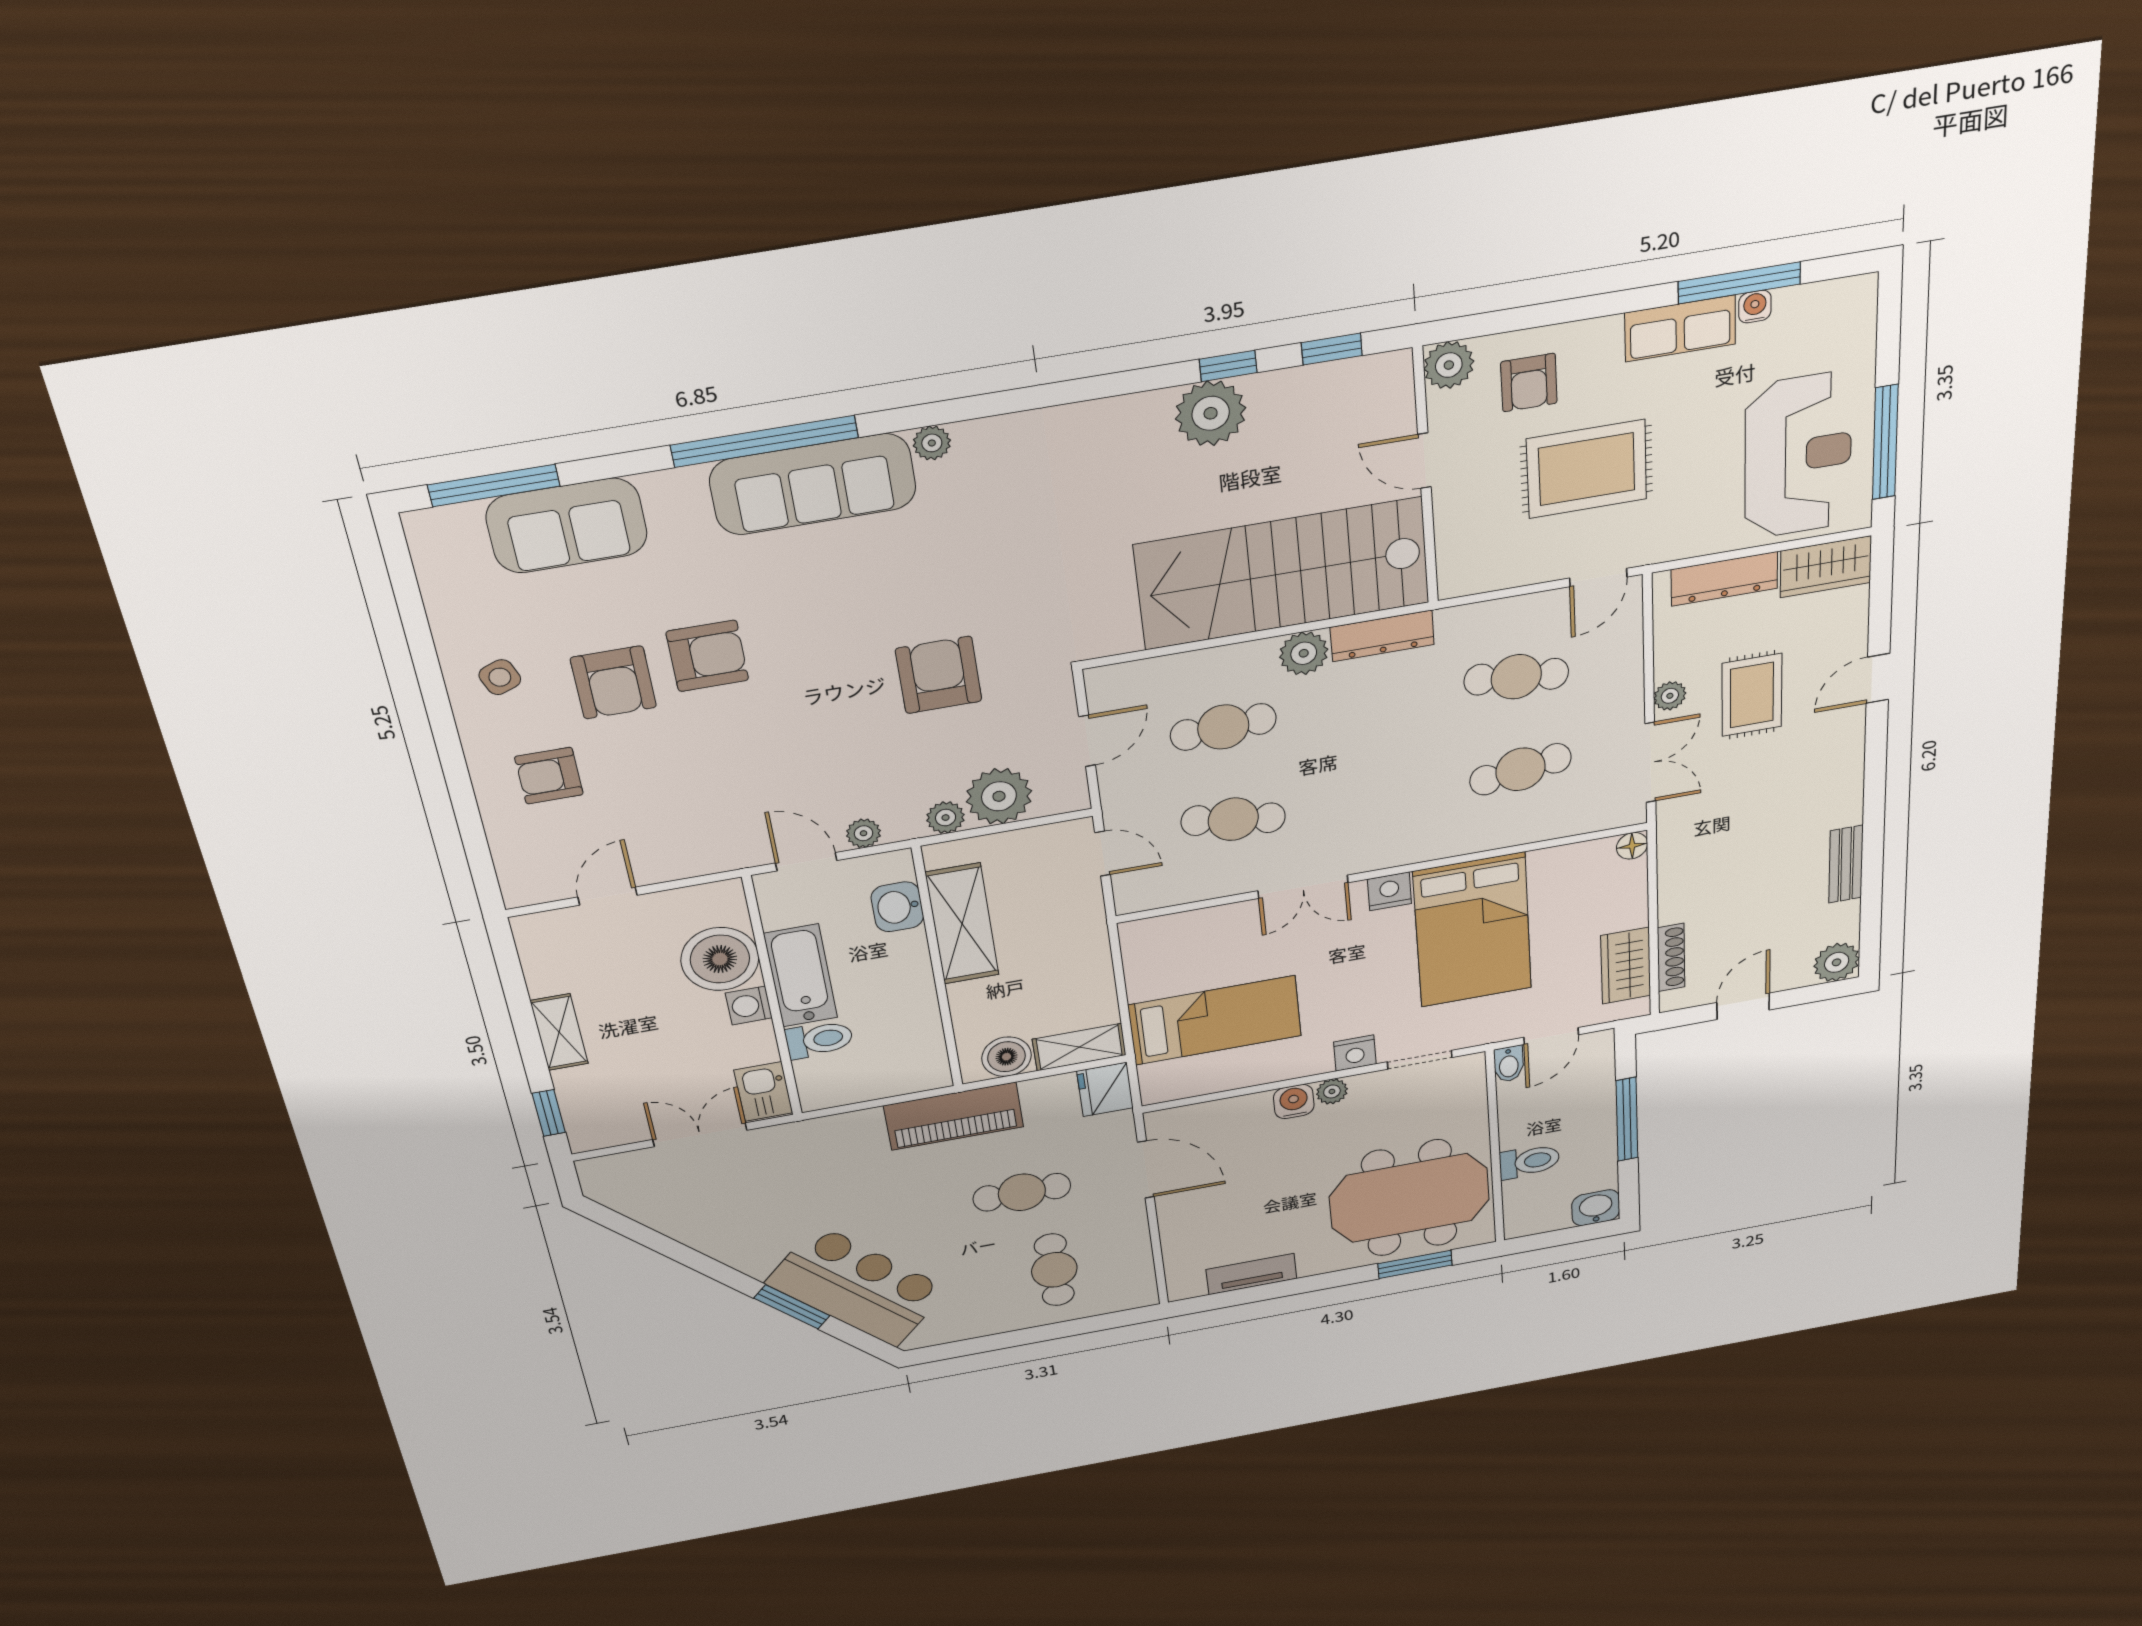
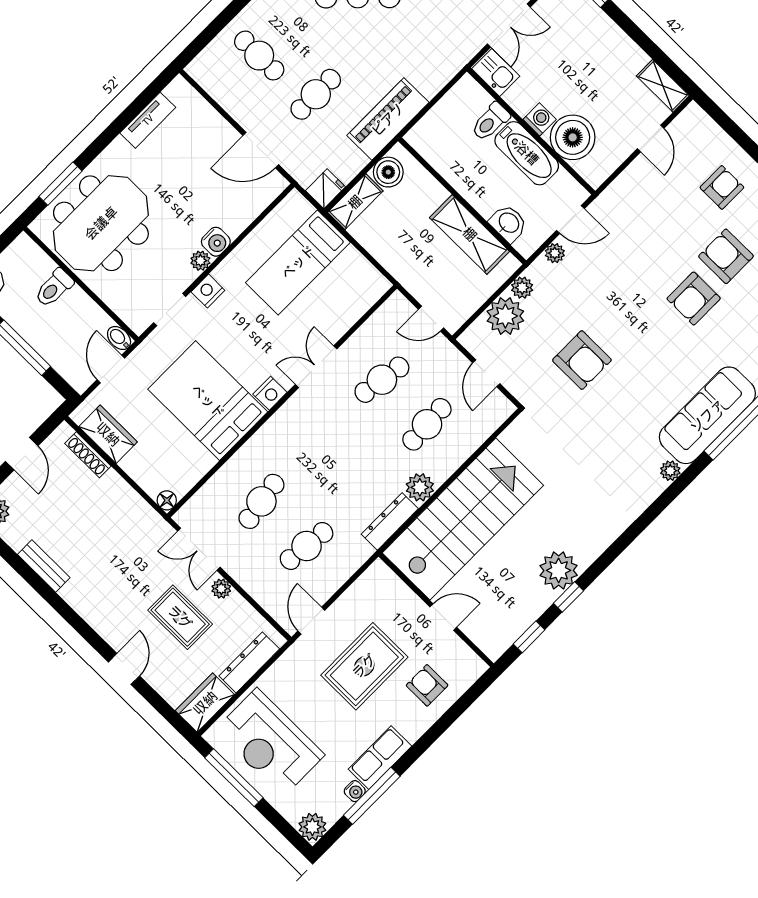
plant: (1449, 365) -> (312, 827), moved
shelving: (559, 1032) -> (663, 86), moved
fridge: (1105, 1089) -> (325, 189), width x0.72

